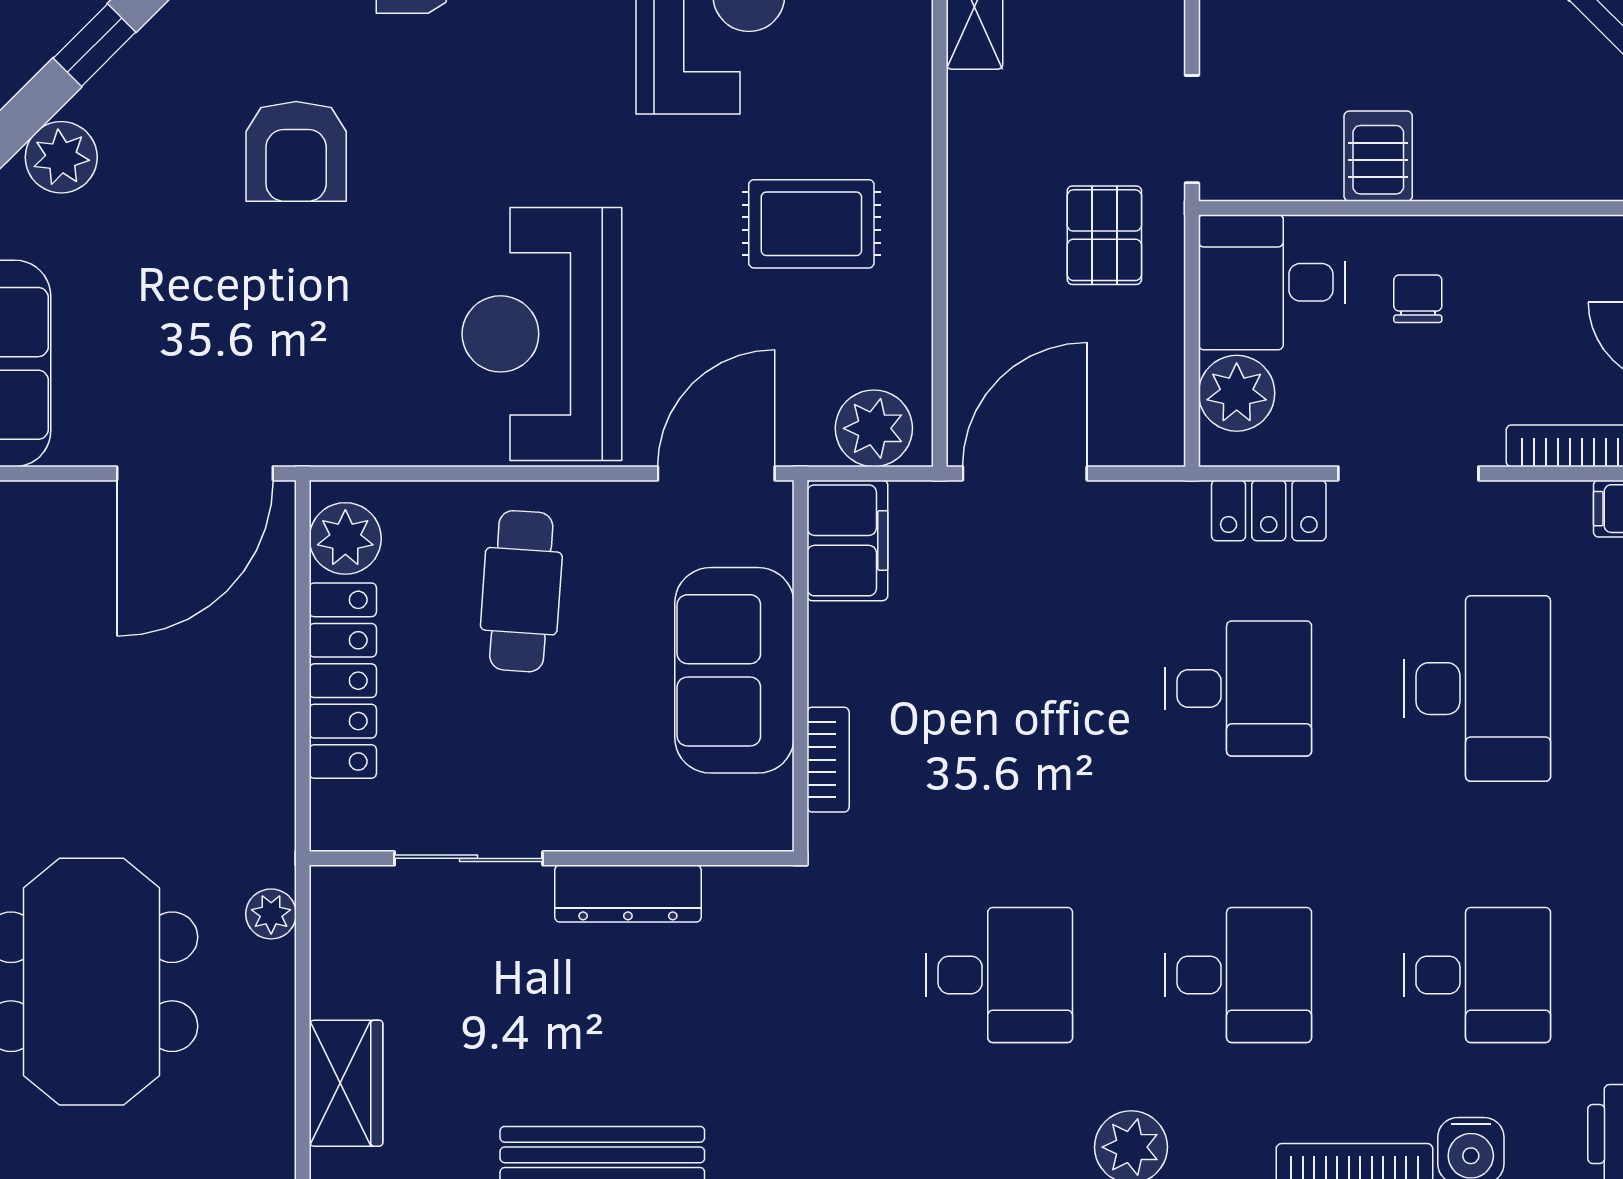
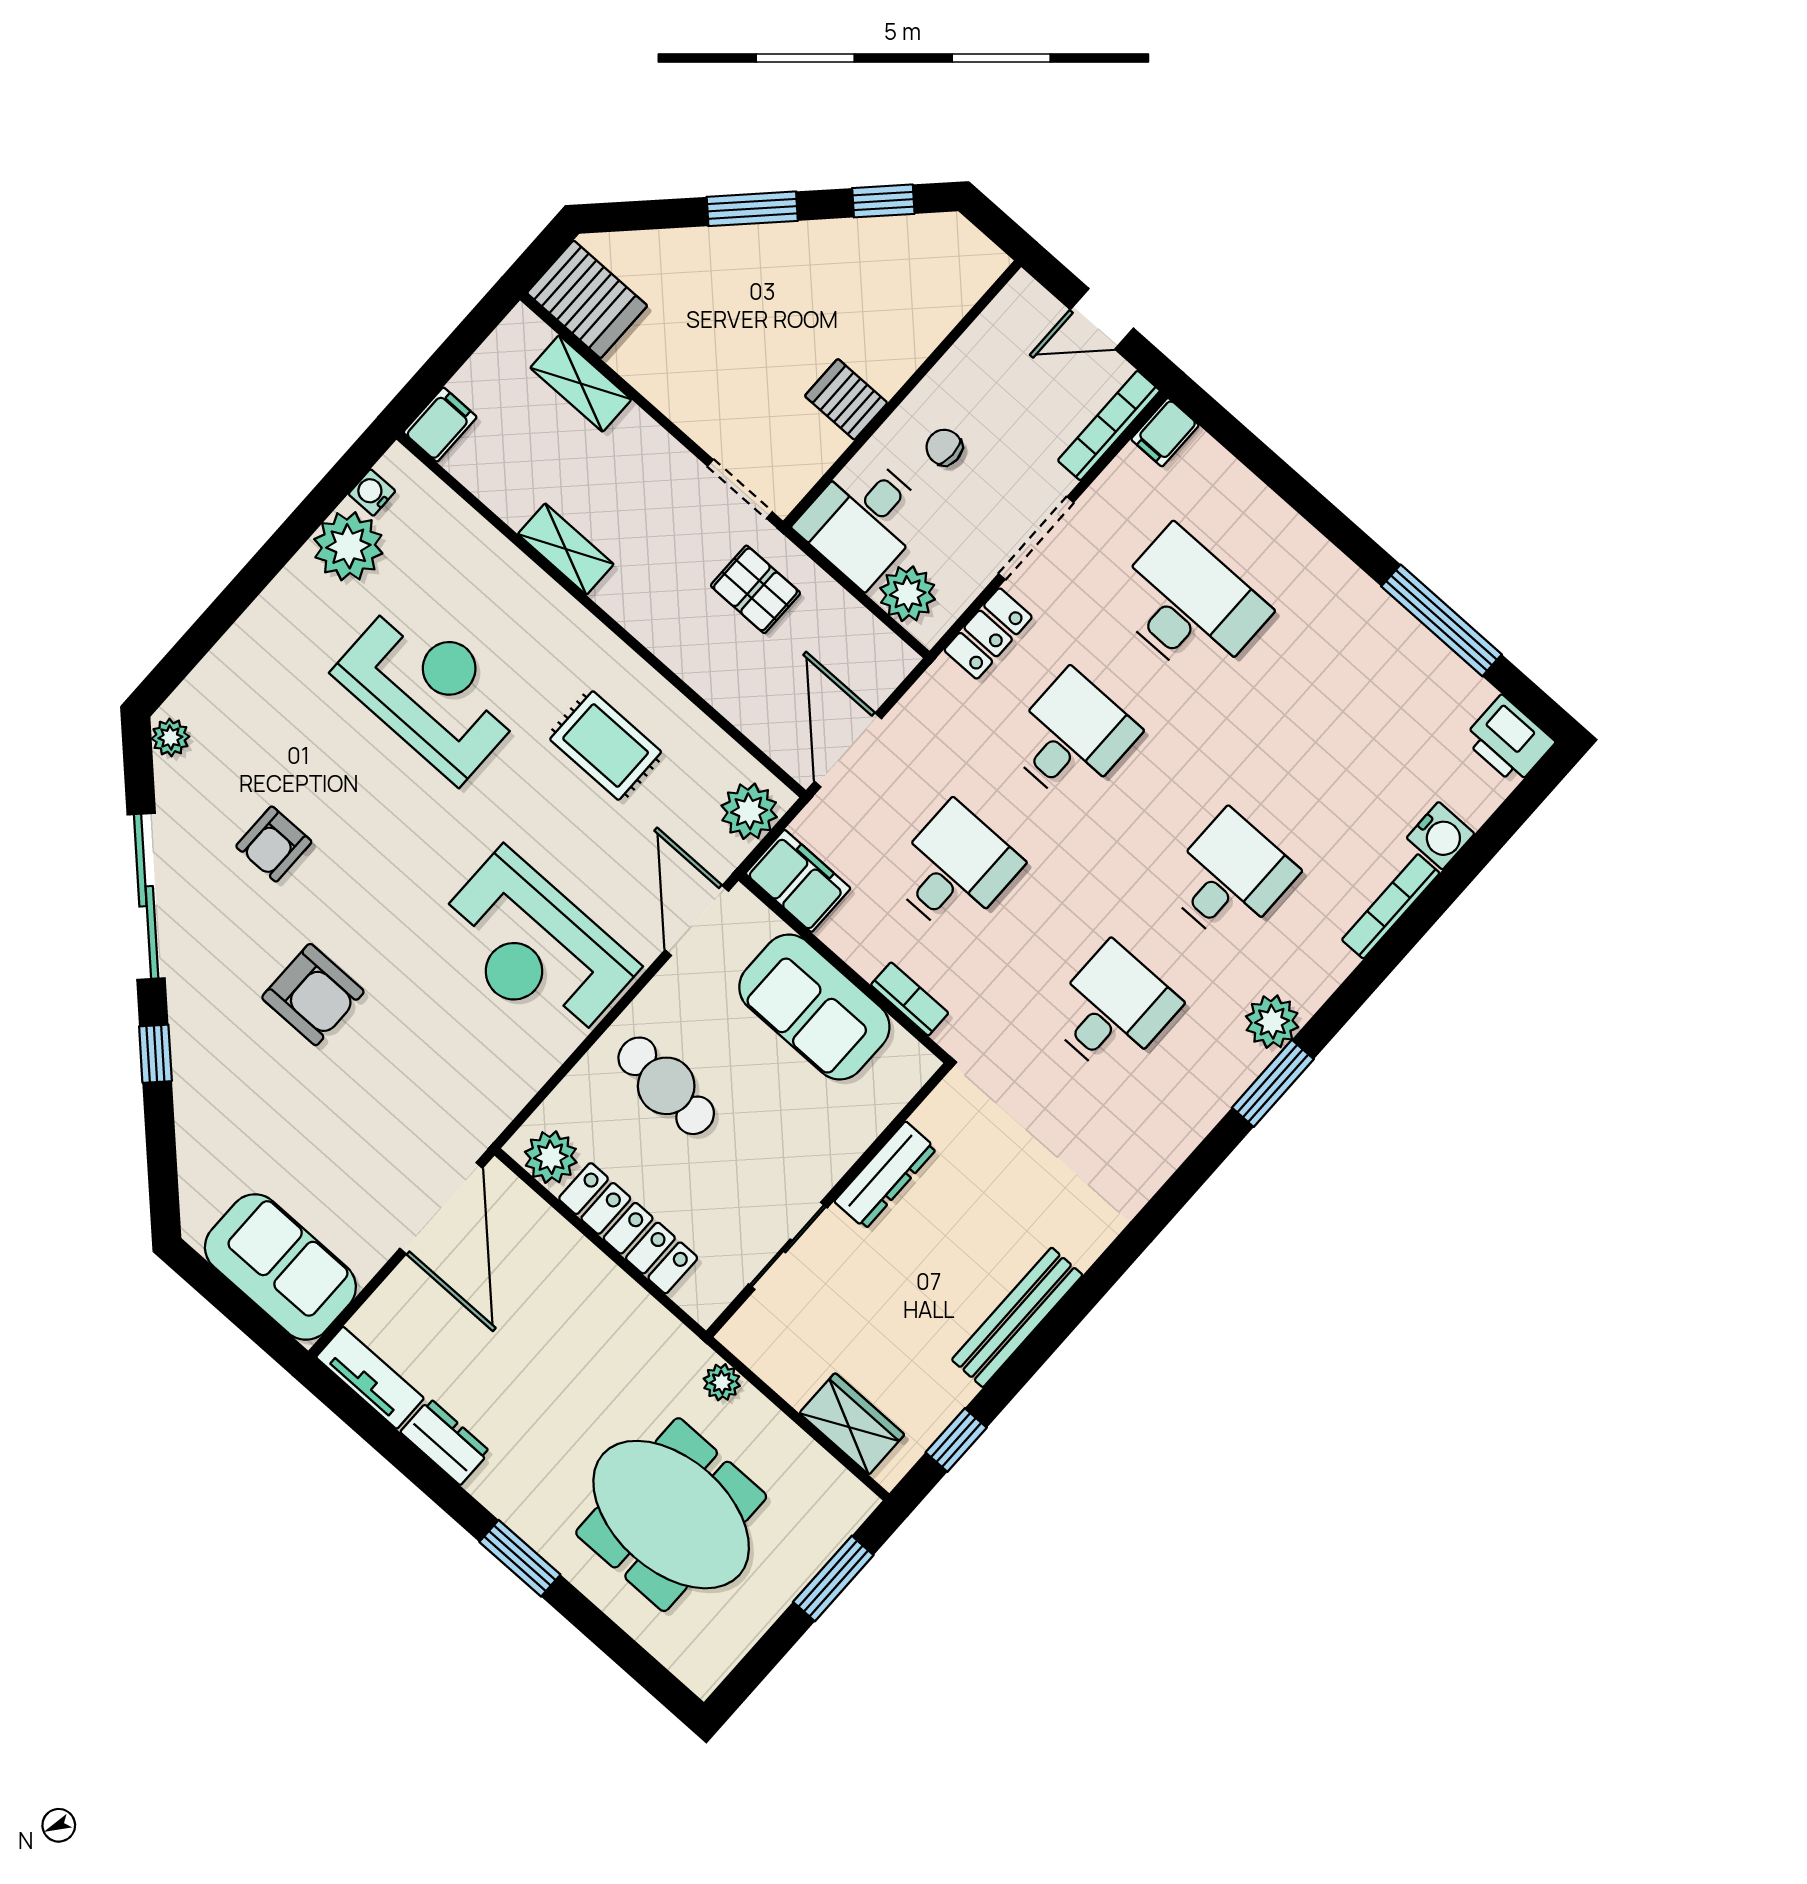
plant: (61, 157) -> (201, 1127), removed
rug: (811, 224) -> (606, 746), turned 90
desk: (1477, 975) -> (954, 870), moved

